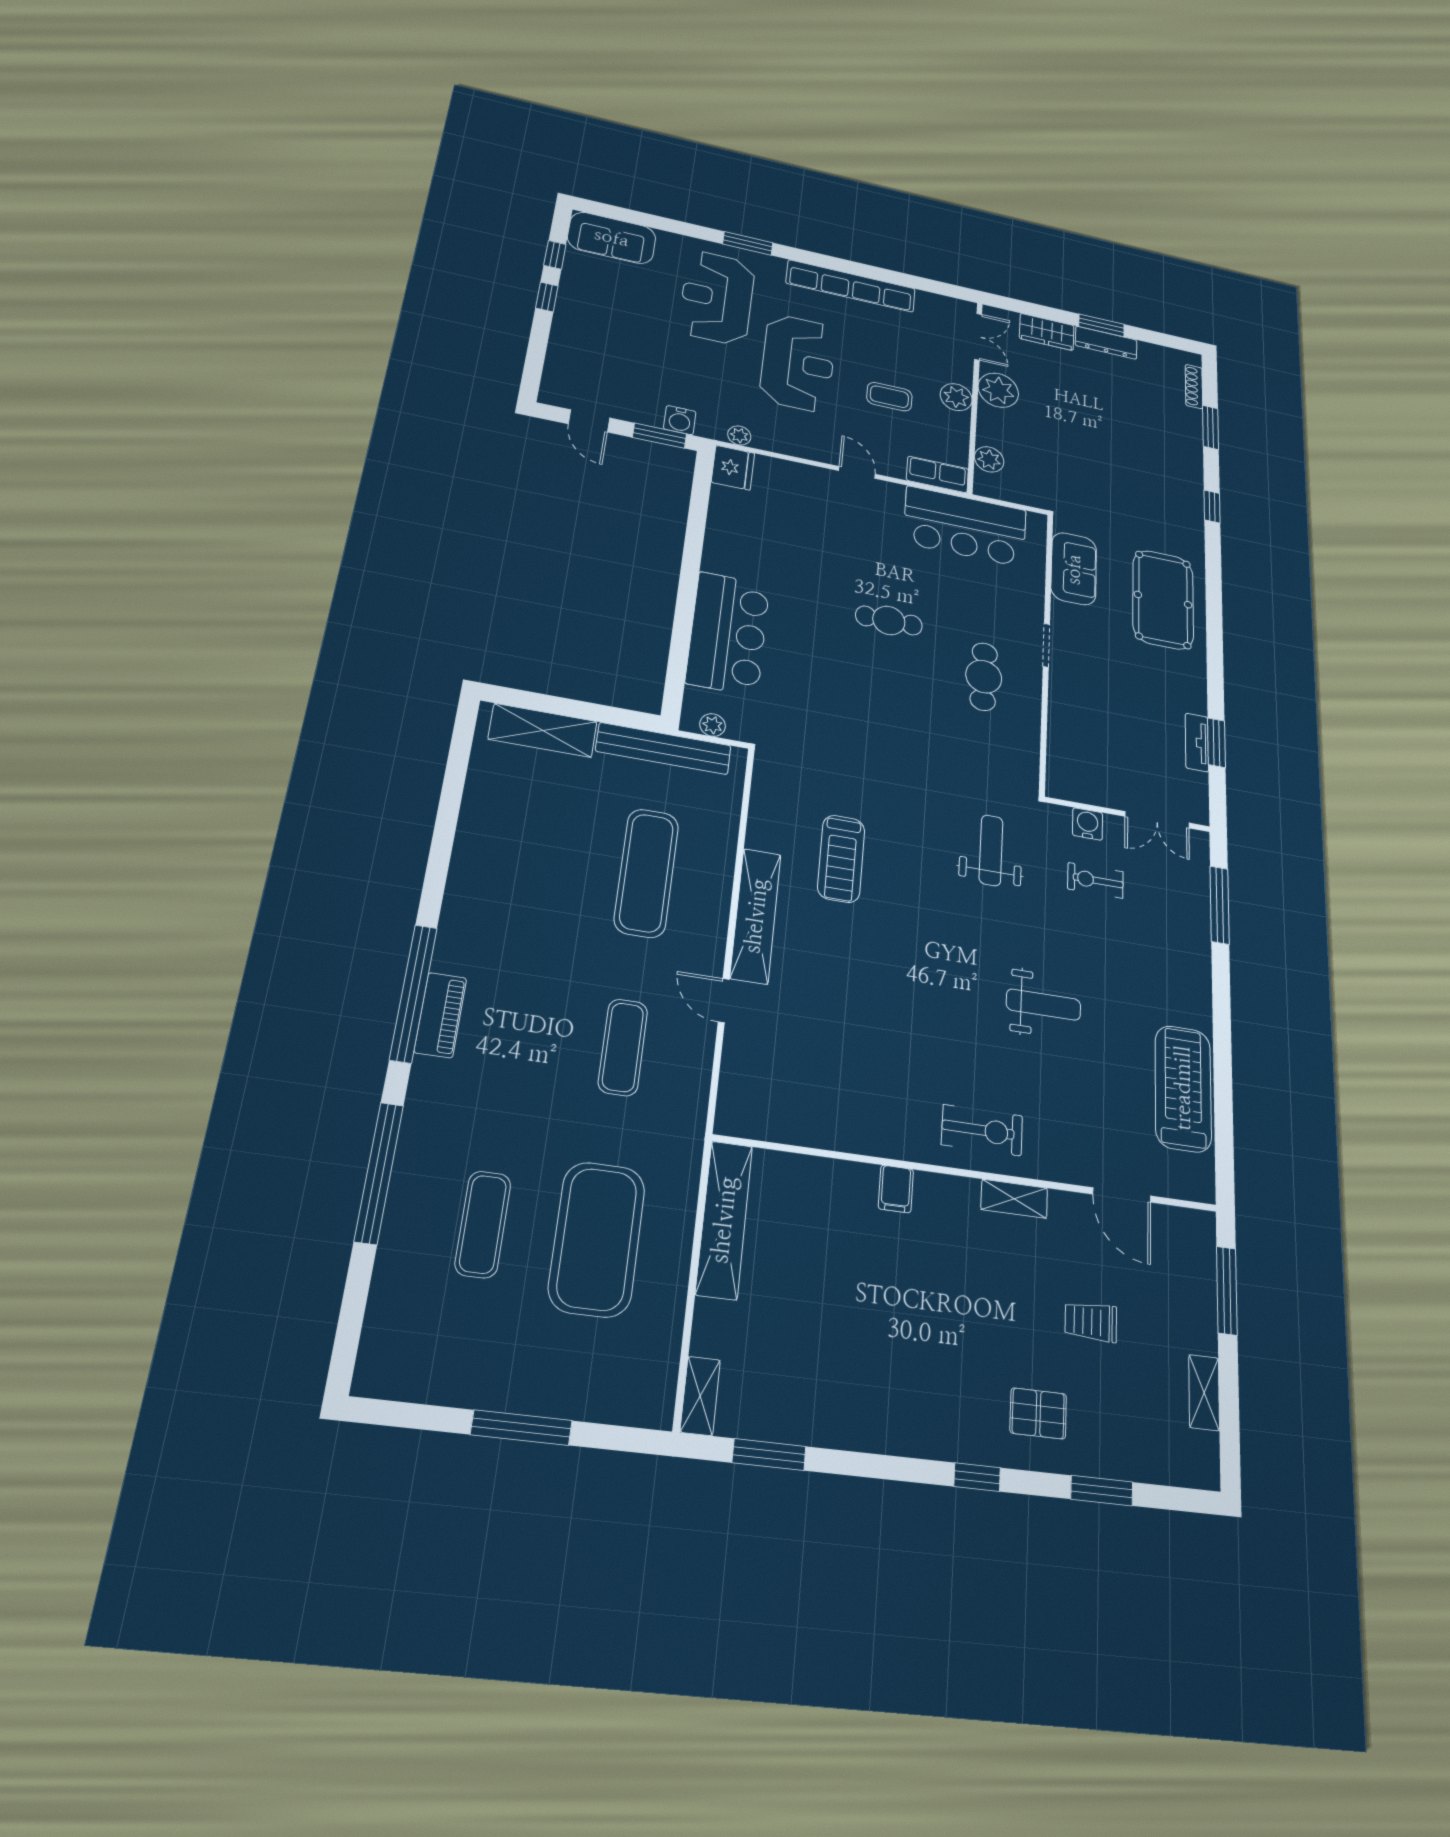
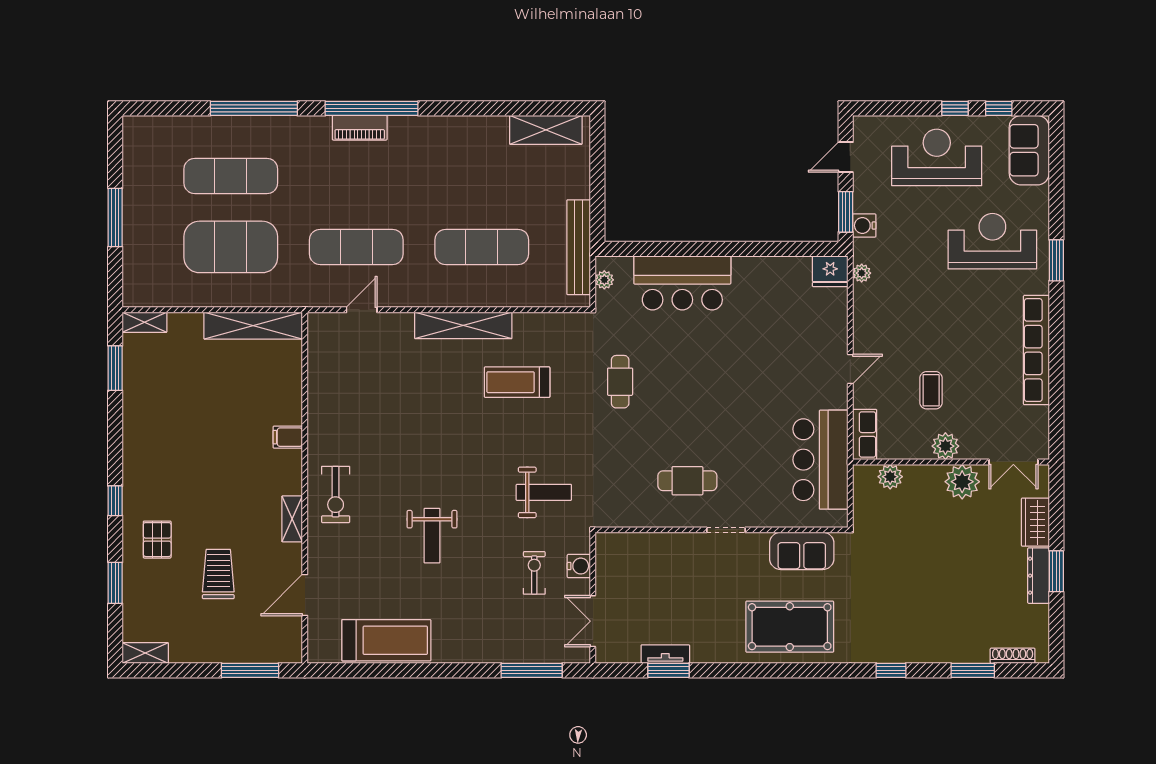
reception desk: (798, 363) -> (937, 157), moved, turned 180
cafe table: (889, 620) -> (620, 382), moved
shelving: (543, 730) -> (546, 130), moved, turned 90
door: (724, 1001) -> (362, 310), moved
exercise mat: (623, 1047) -> (356, 247), width x1.36, depth x1.45
exercise mat: (483, 1224) -> (231, 176), width x1.36, depth x1.45
trolley: (1091, 1322) -> (218, 574), width x1.36, depth x1.39
shelving: (1204, 1393) -> (145, 653), moved

